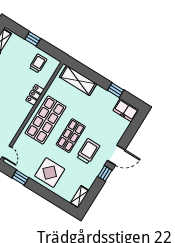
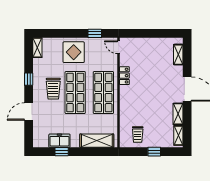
locker: (35, 95) -> (124, 76), moved
freezer: (126, 110) -> (59, 141), moved
shop shelf: (71, 136) -> (75, 93), width x1.43, depth x1.36
door: (116, 155) -> (29, 111), moved

